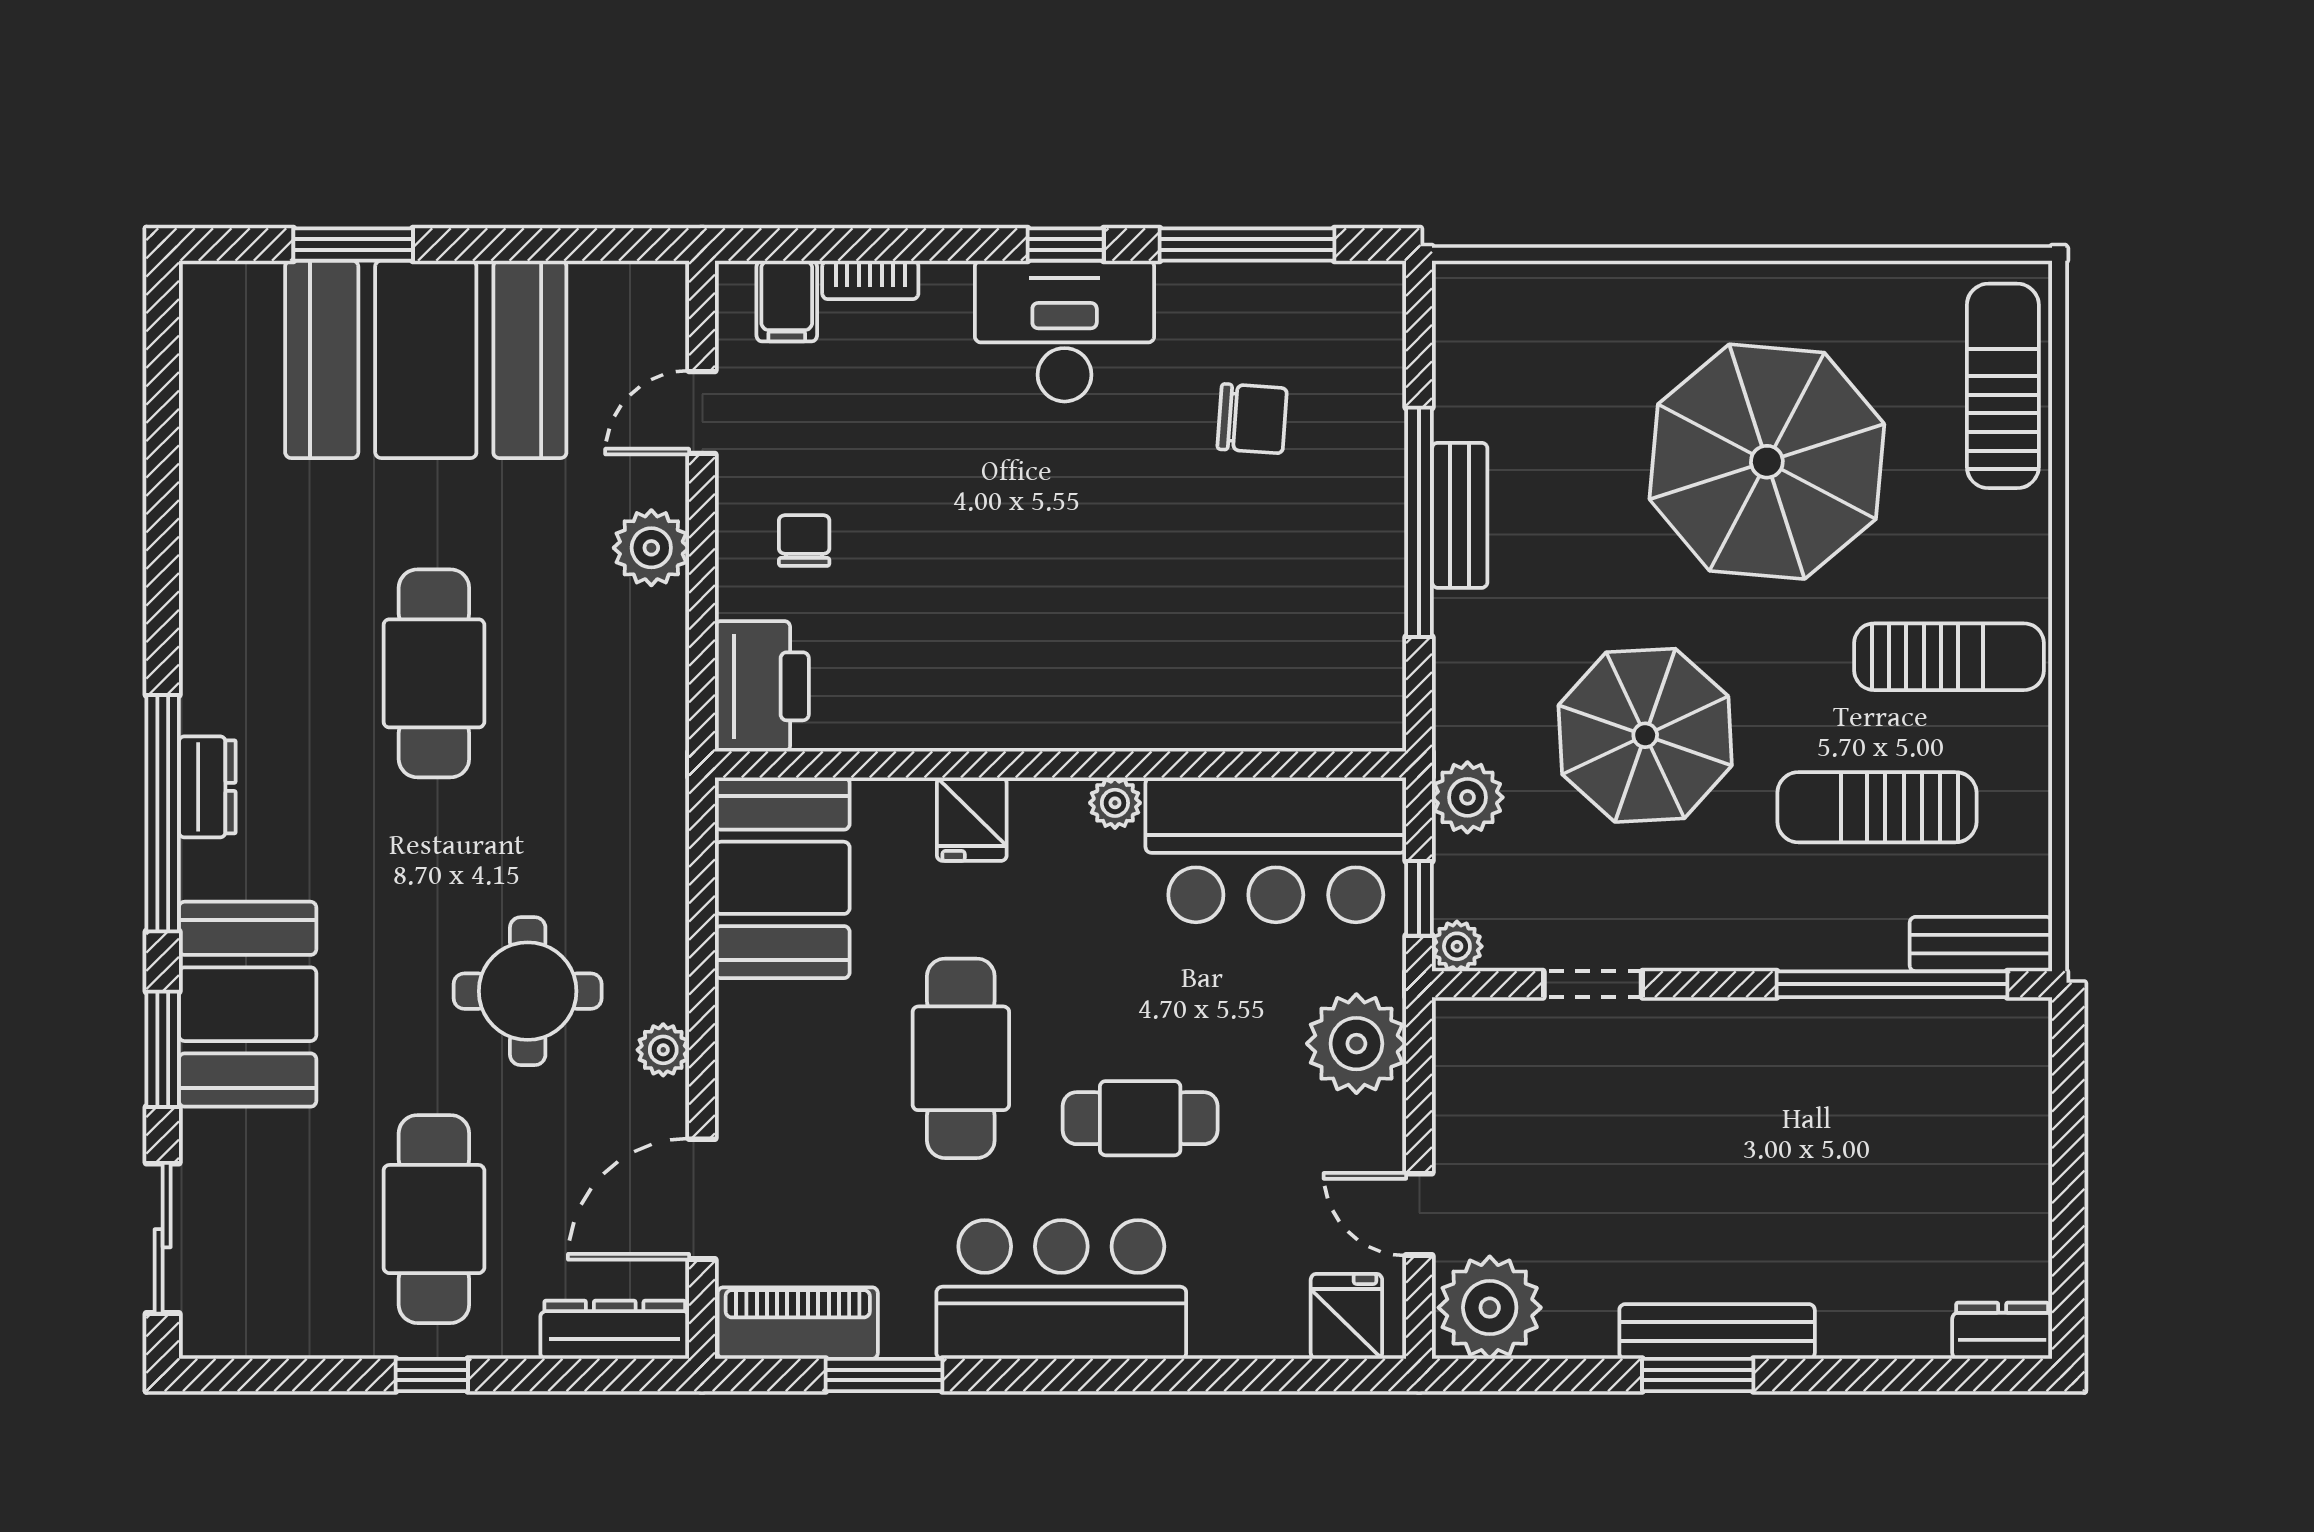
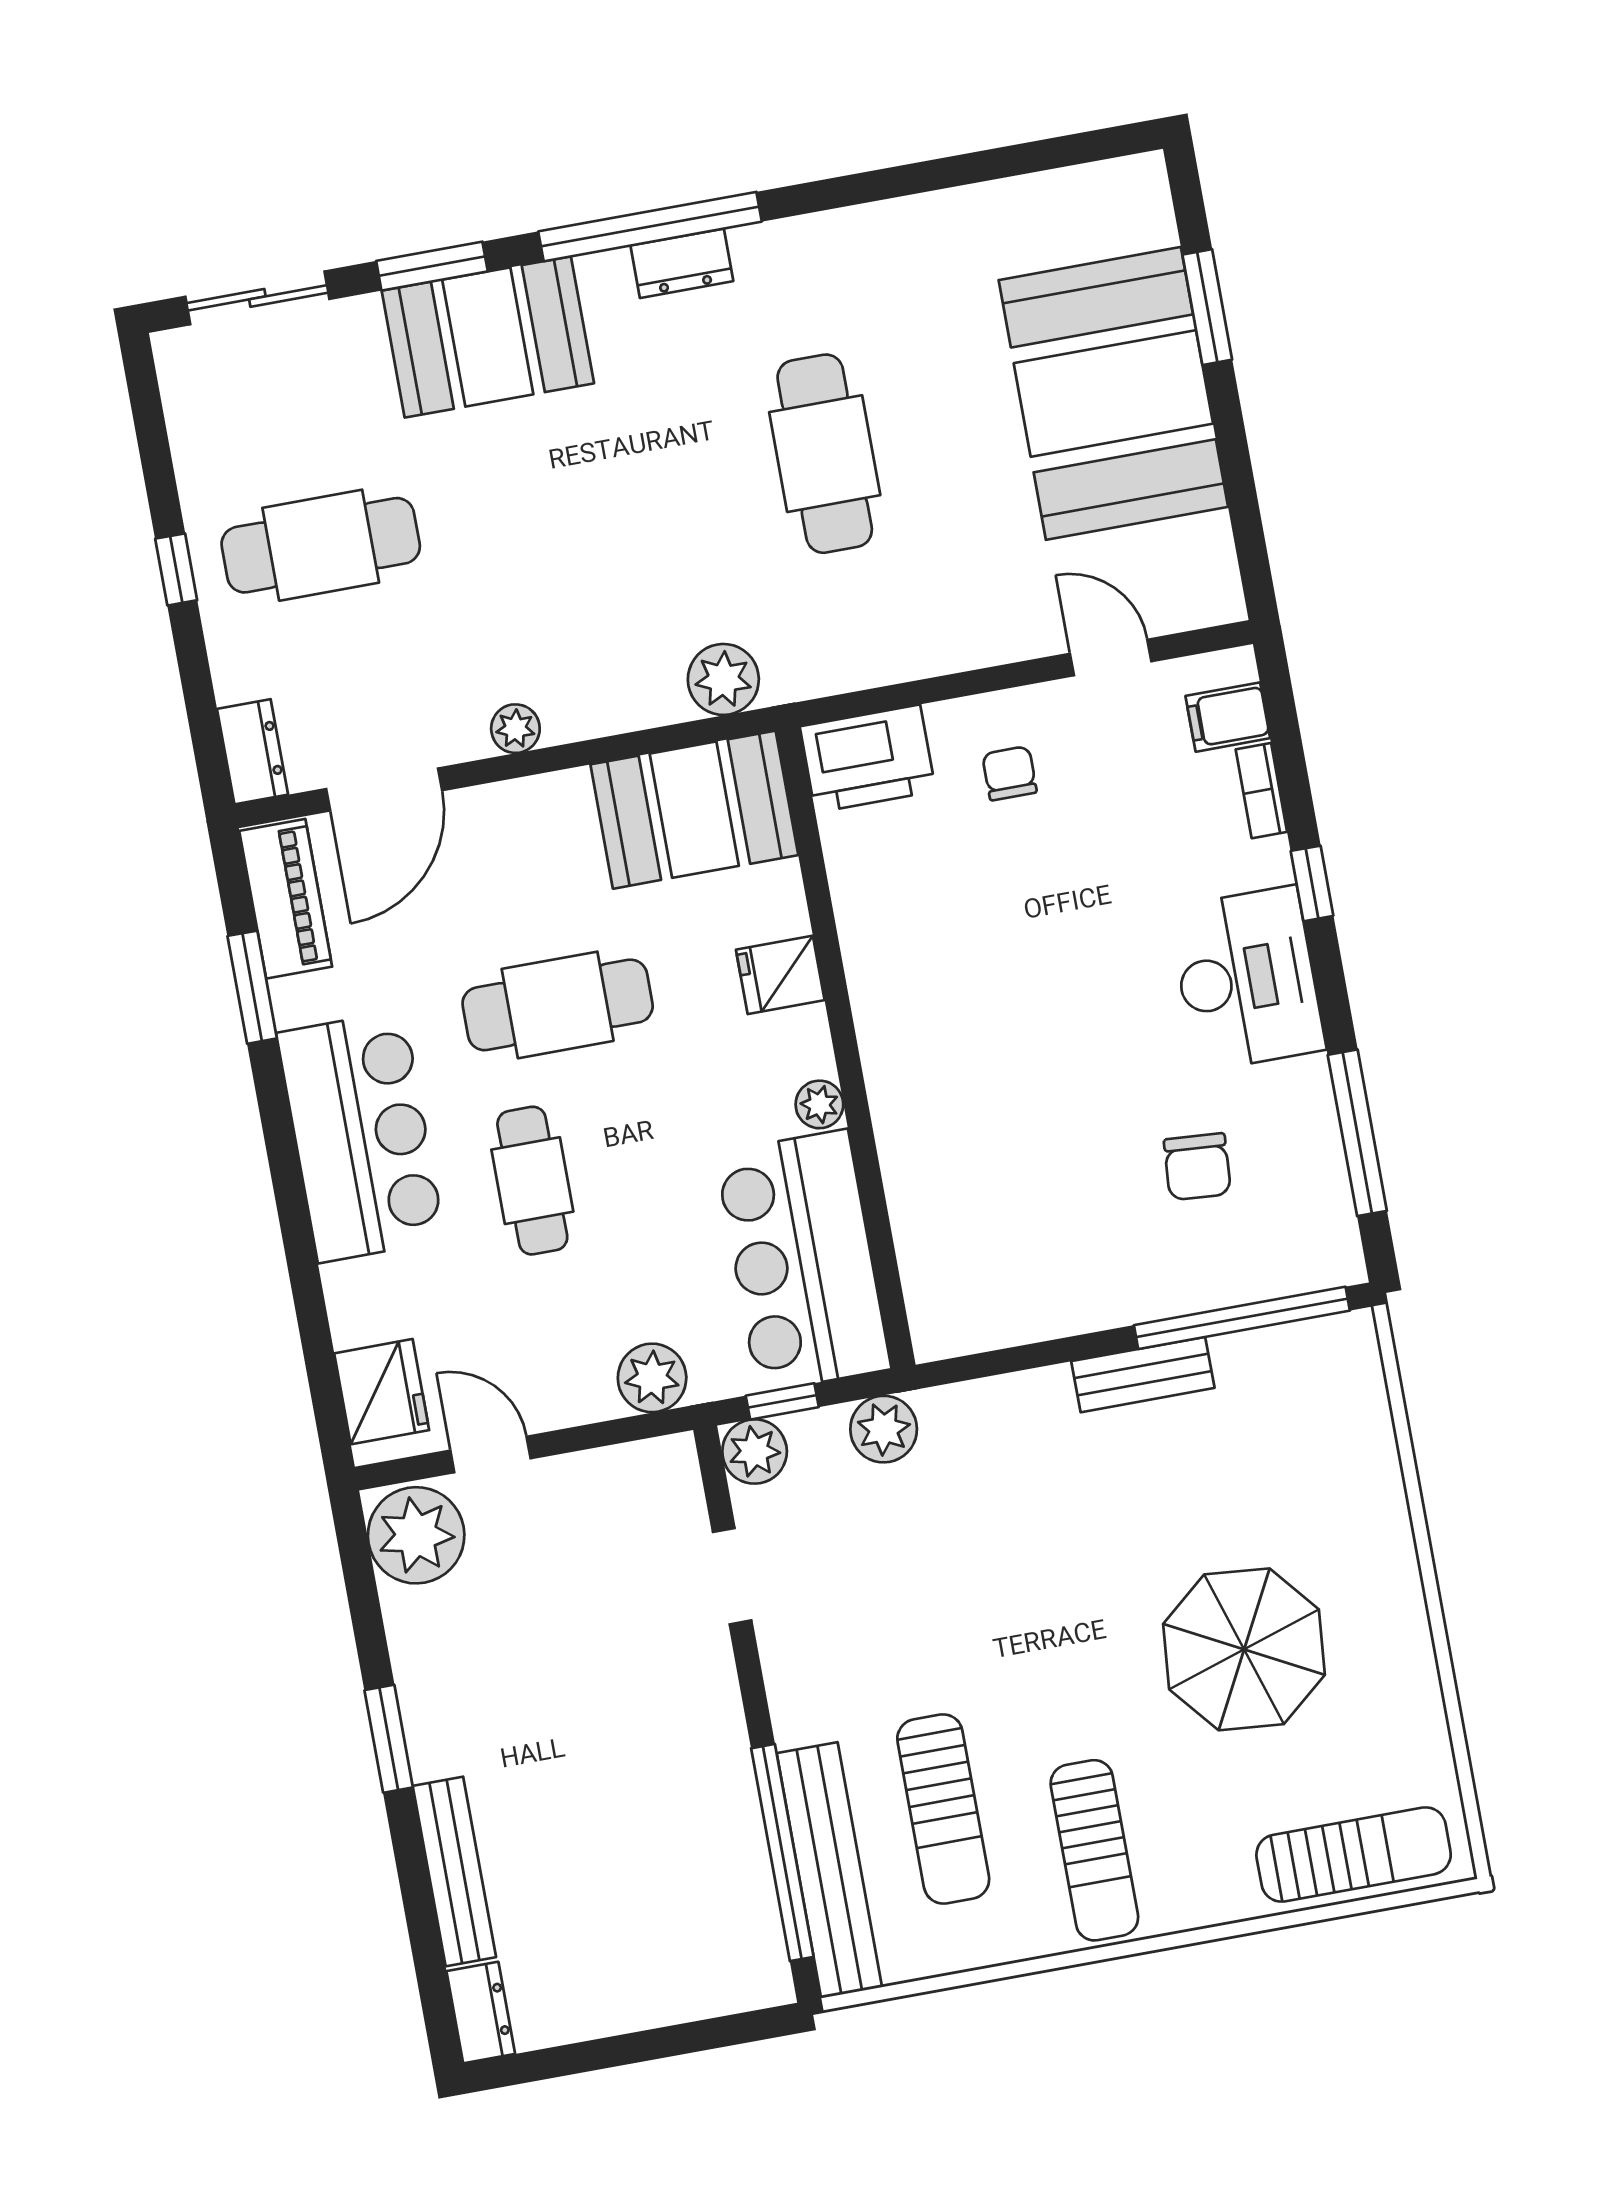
window: (1066, 245) -> (1312, 883), moved
parasol: (1767, 462) -> (1244, 1649), width x0.73, depth x0.73
window: (1419, 522) -> (1242, 1318), moved
chair: (804, 541) -> (1010, 773), turned -90
plant: (651, 548) -> (723, 679), moved
cafe table: (434, 673) -> (825, 454), turned 90
parasol: (1645, 735) -> (971, 1583), removed
sun lounger: (1877, 807) -> (943, 1809), turned 180
bench: (1981, 944) -> (829, 1870), width x1.86, depth x1.21
plant: (1457, 946) -> (755, 1452), width x1.38, depth x1.38
round table: (528, 991) -> (547, 594), removed
plant: (1356, 1044) -> (652, 1378), width x0.73, depth x0.73
door: (702, 1199) -> (384, 790), swing flipped
door: (1419, 1214) -> (490, 1454), hinge flipped
fridge: (1346, 1316) -> (382, 1392), width x1.38
dresser: (615, 1330) -> (253, 752), width x0.70
bench: (1717, 1332) -> (454, 1871), moved

